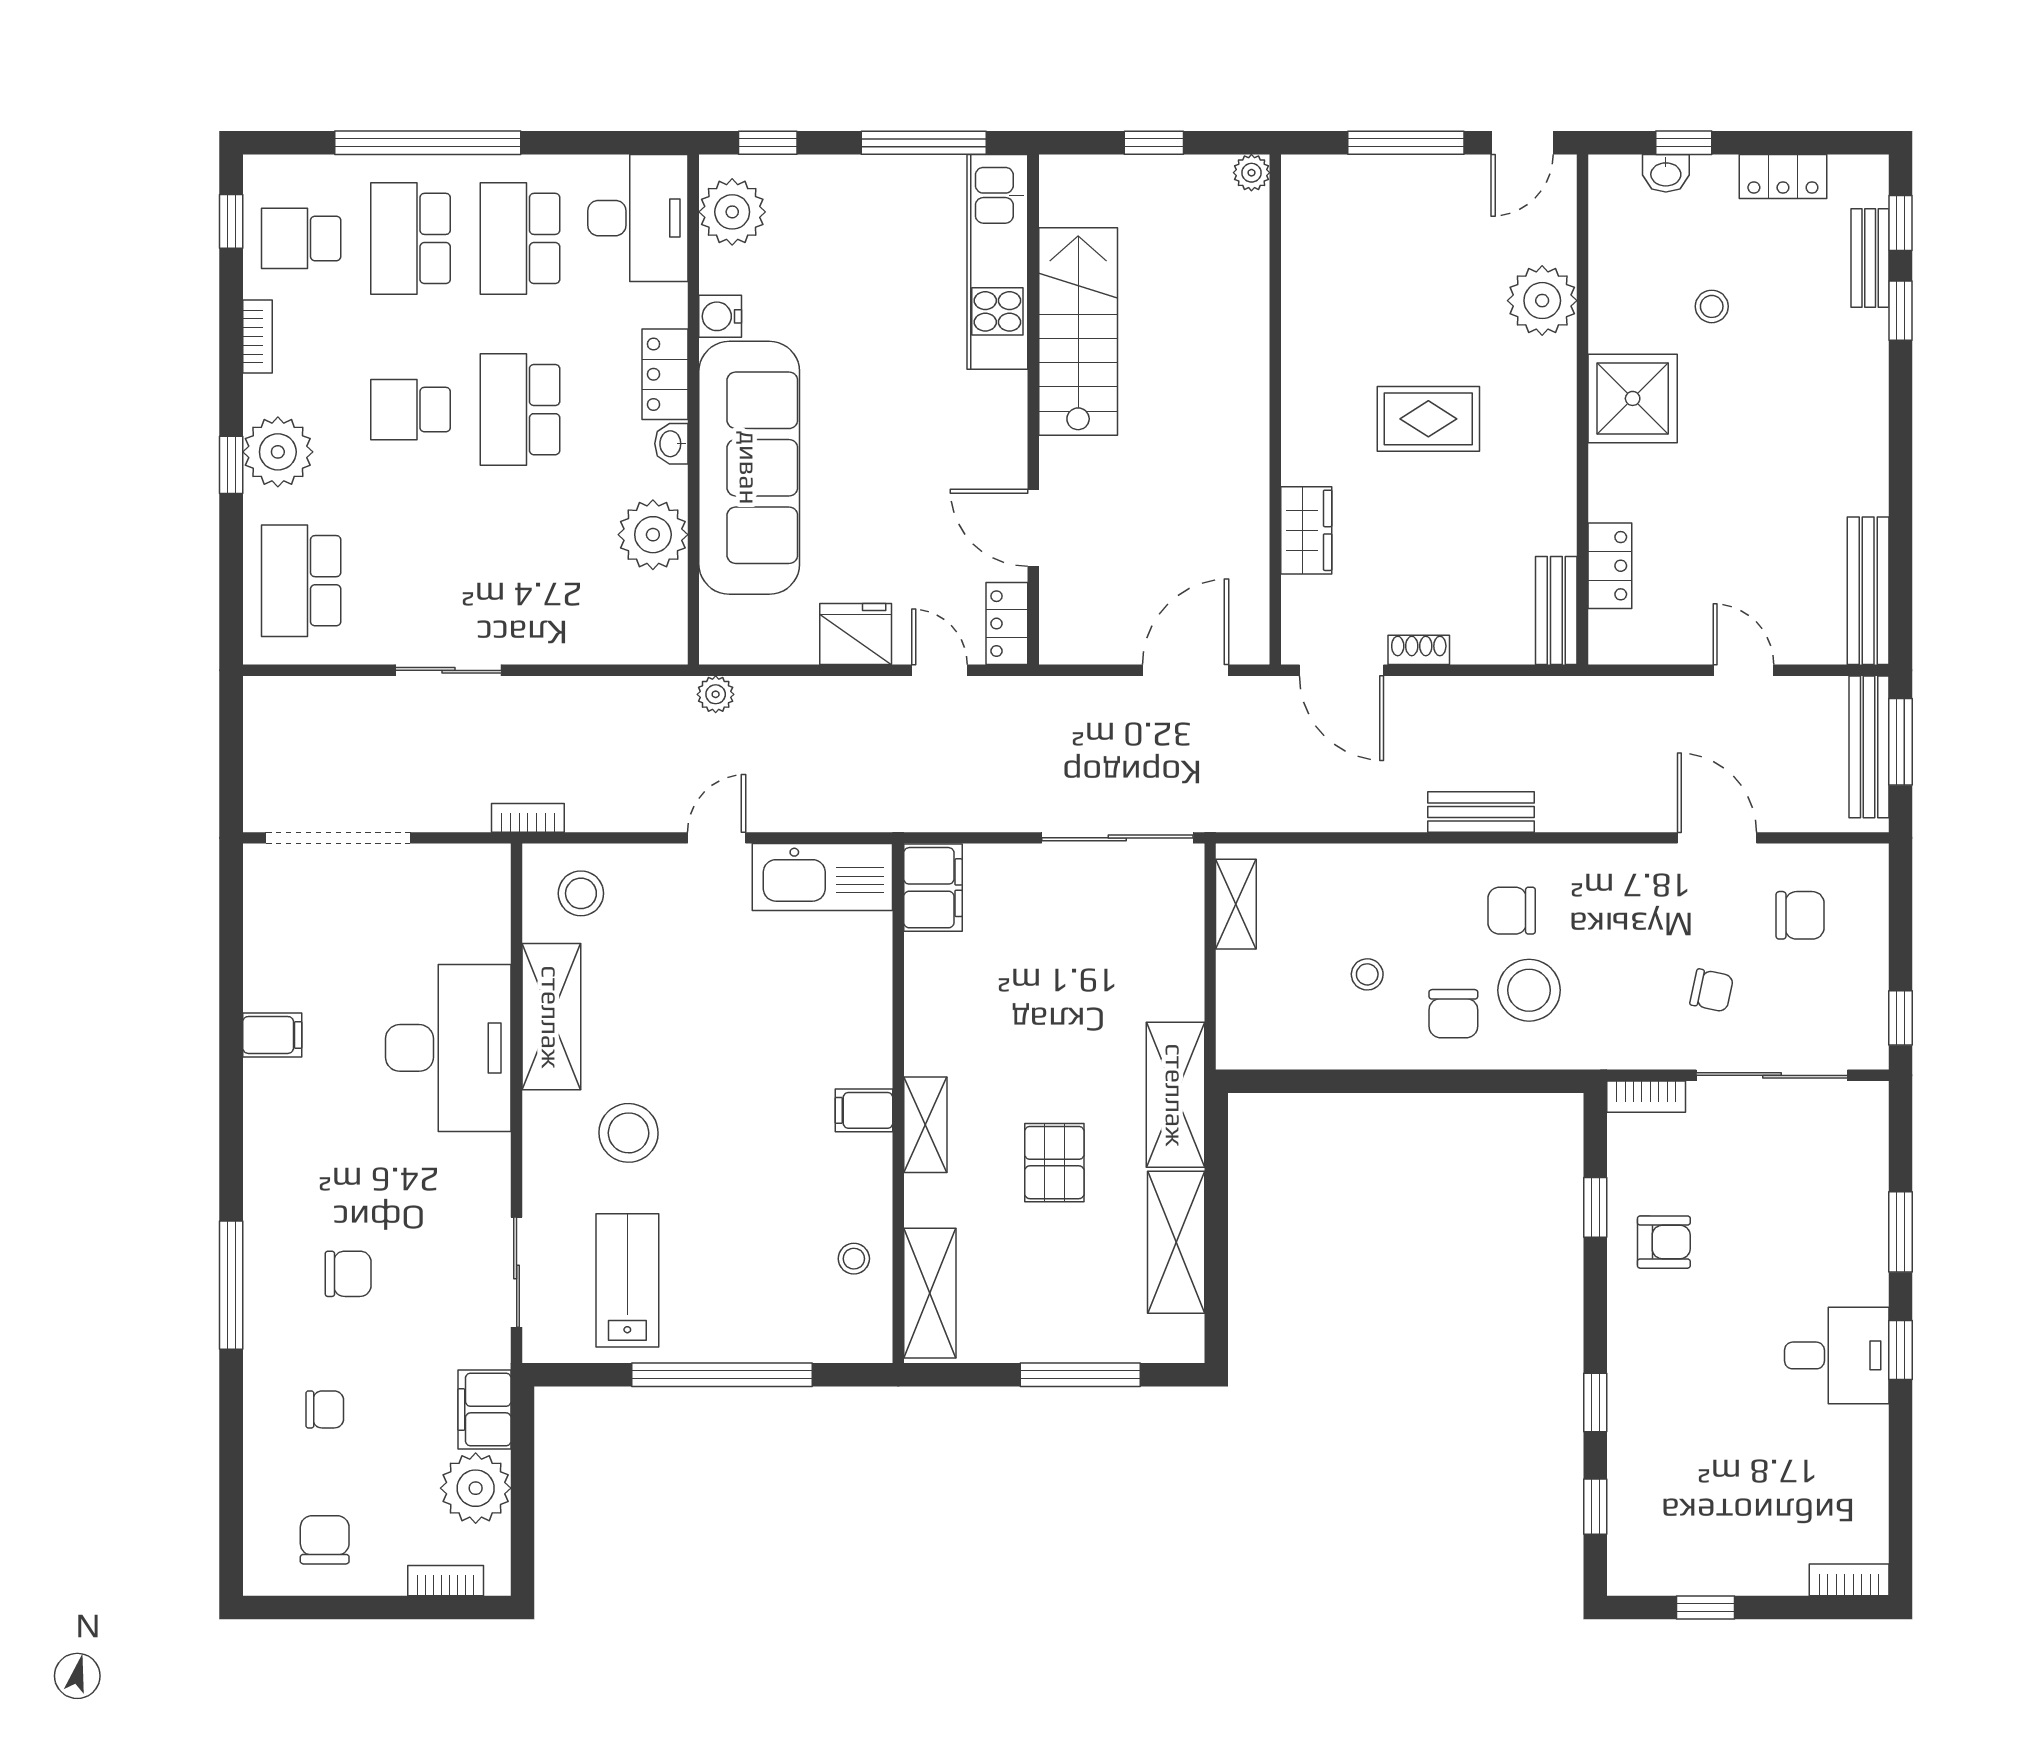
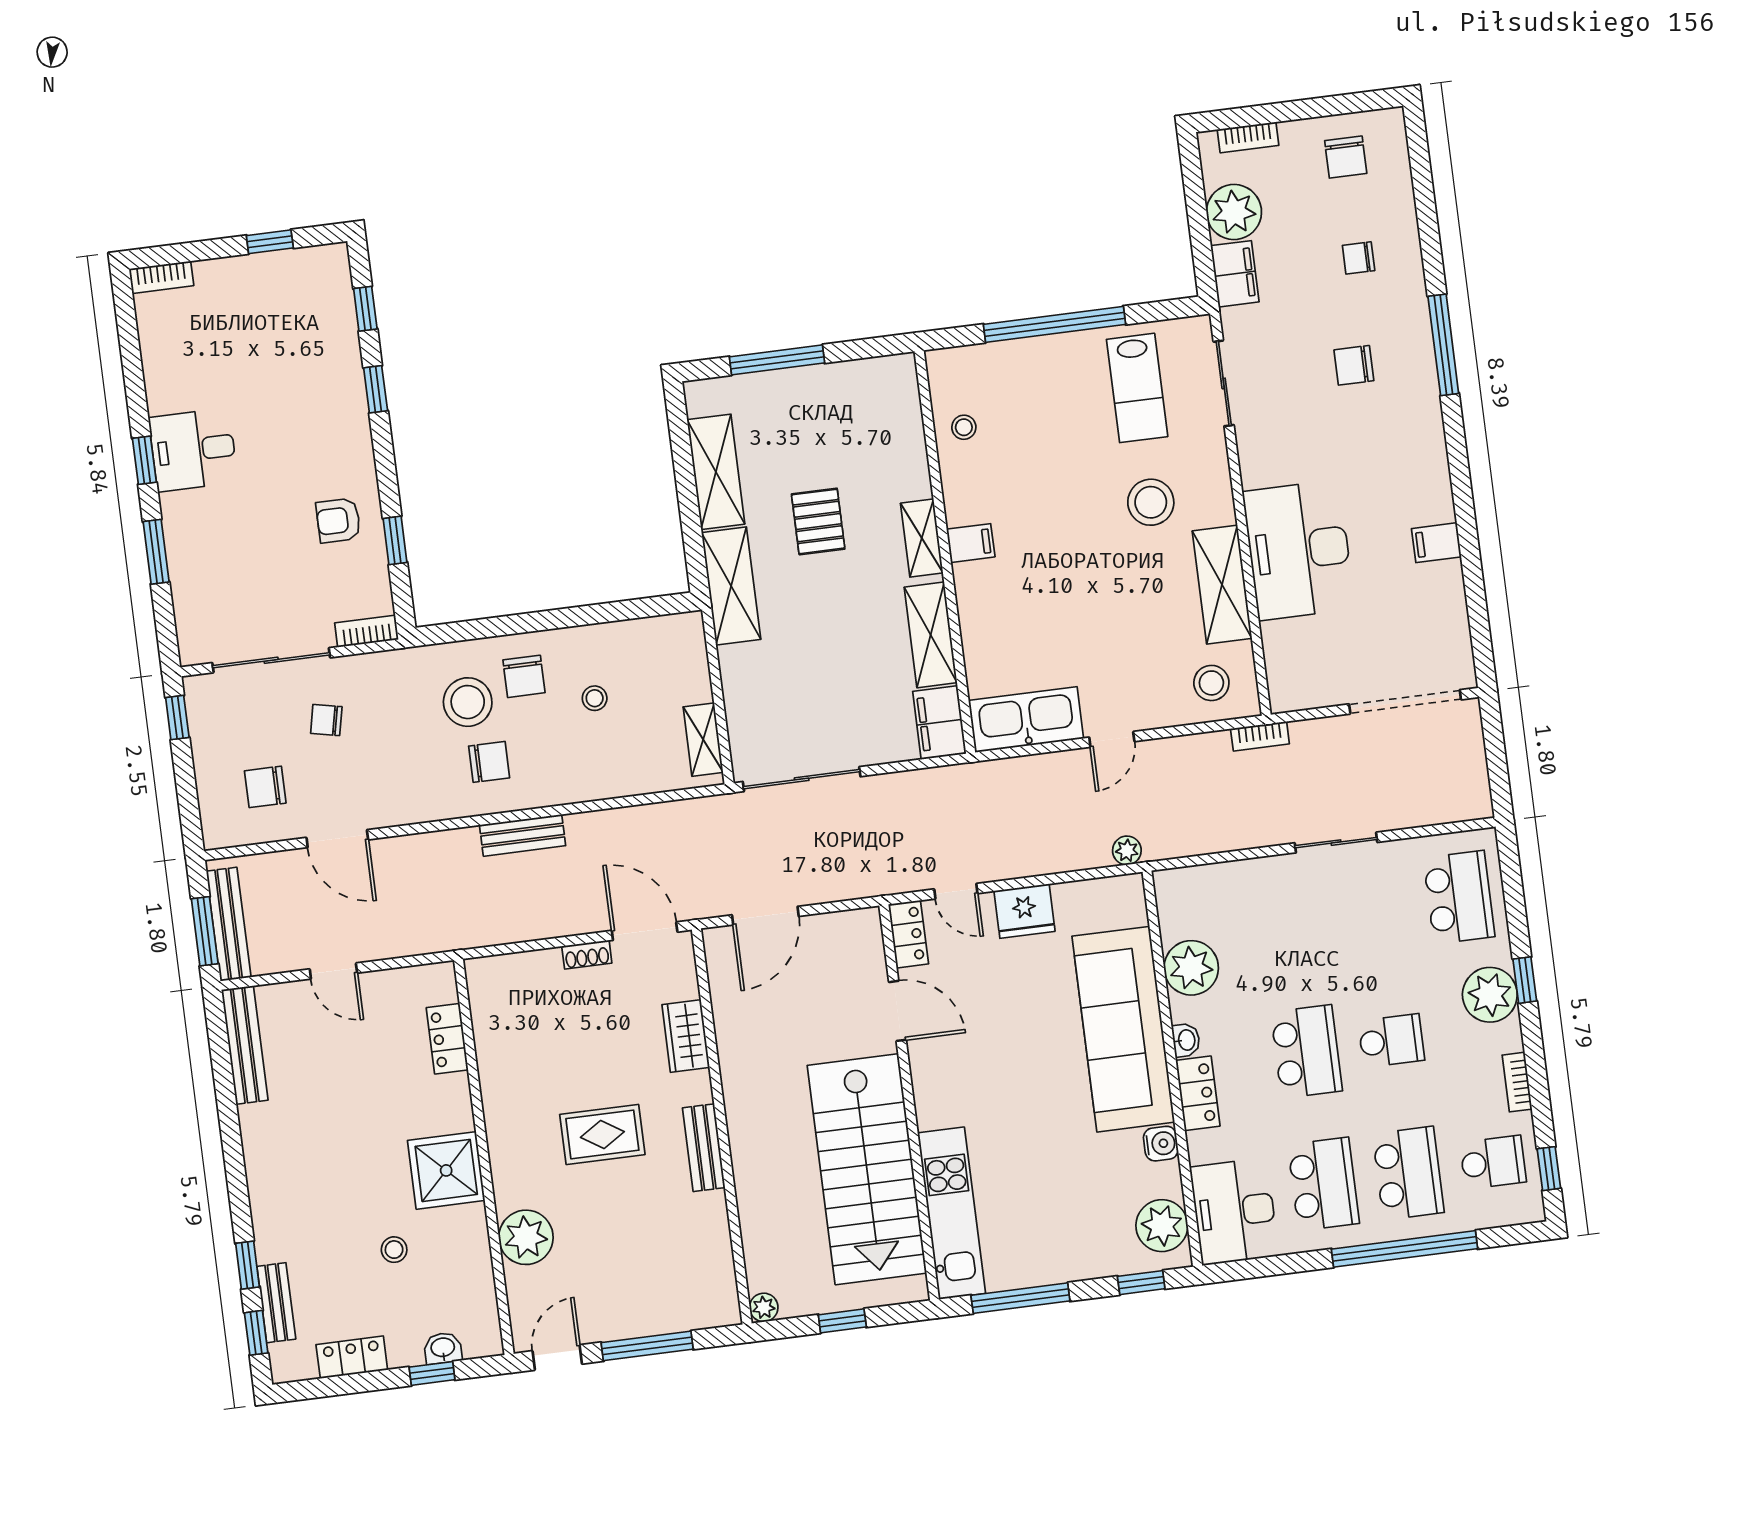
stairs: (1078, 332) -> (867, 1169), width x1.36, depth x1.51
bench: (1556, 611) -> (704, 1148), moved
chair: (1453, 1014) -> (524, 676), turned 180
shelving: (930, 1293) -> (931, 635), moved

